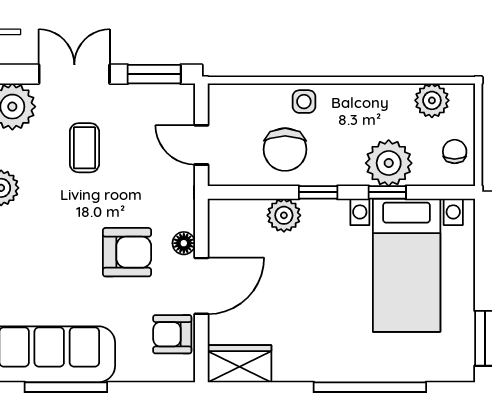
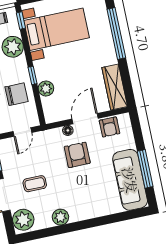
window: (387, 192) -> (21, 21), moved
door: (201, 286) -> (85, 119), hinge flipped
wardrobe: (239, 364) -> (115, 87), width x1.50

